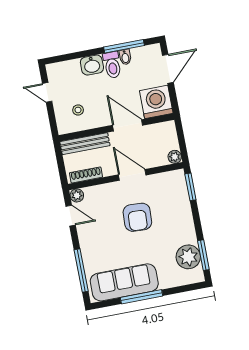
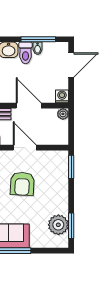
washing machine: (156, 102) -> (62, 96), width x0.53, depth x0.53
plant: (175, 157) -> (63, 114), moved

